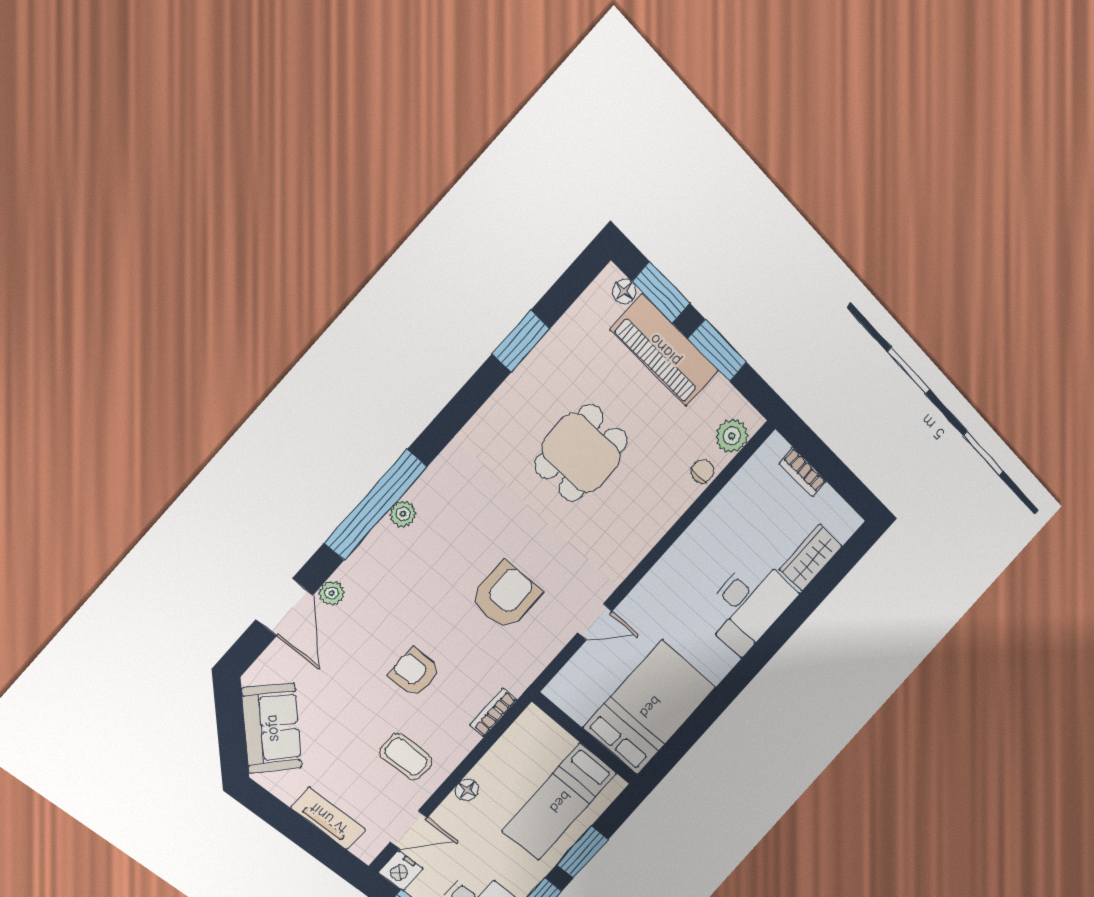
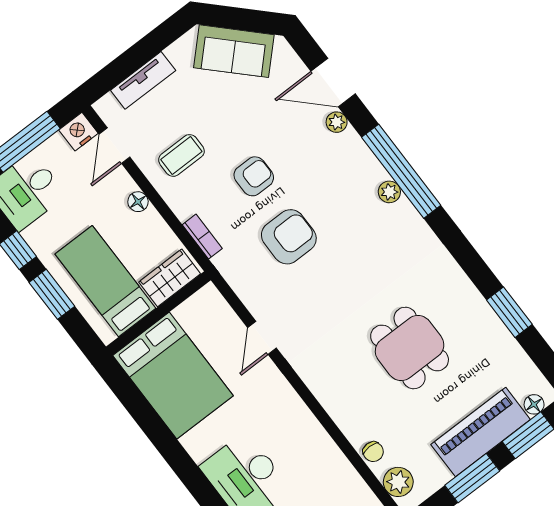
armchair: (506, 596) -> (289, 237), moved, turned -90
wardrobe: (545, 736) -> (170, 278), added

